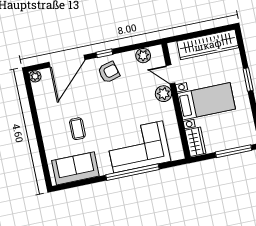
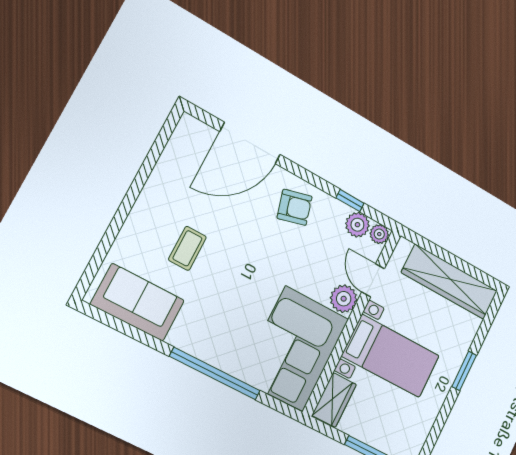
window: (104, 53) -> (350, 201), moved
plant: (35, 76) -> (379, 234), moved
corner sofa: (138, 147) -> (294, 349), moved, turned -90

